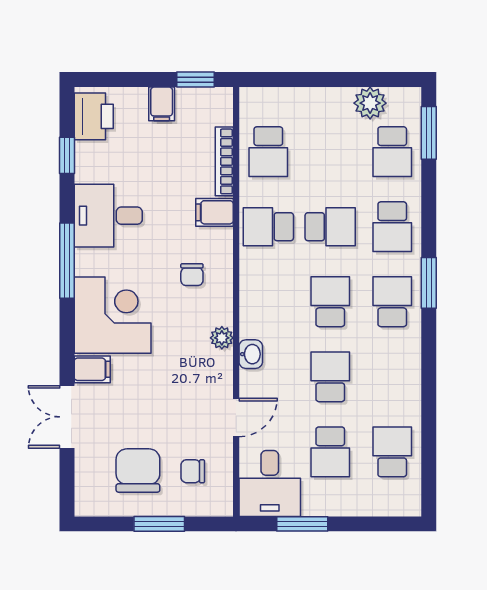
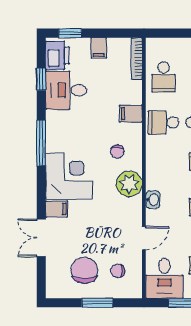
window: (196, 80) -> (70, 33), moved
bookcase: (224, 161) -> (137, 59), moved
desk: (108, 216) -> (66, 90), moved
plant: (222, 338) -> (129, 184), width x1.88, depth x1.88

